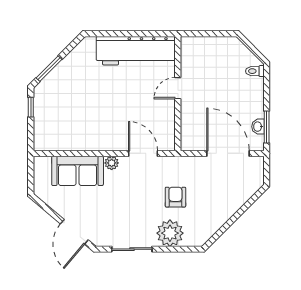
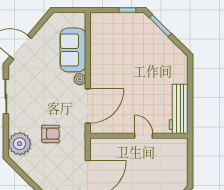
workbench: (136, 51) -> (179, 109), width x0.73, depth x0.76
door: (143, 153) -> (88, 106), width x1.36
plant: (170, 233) -> (20, 144), moved

